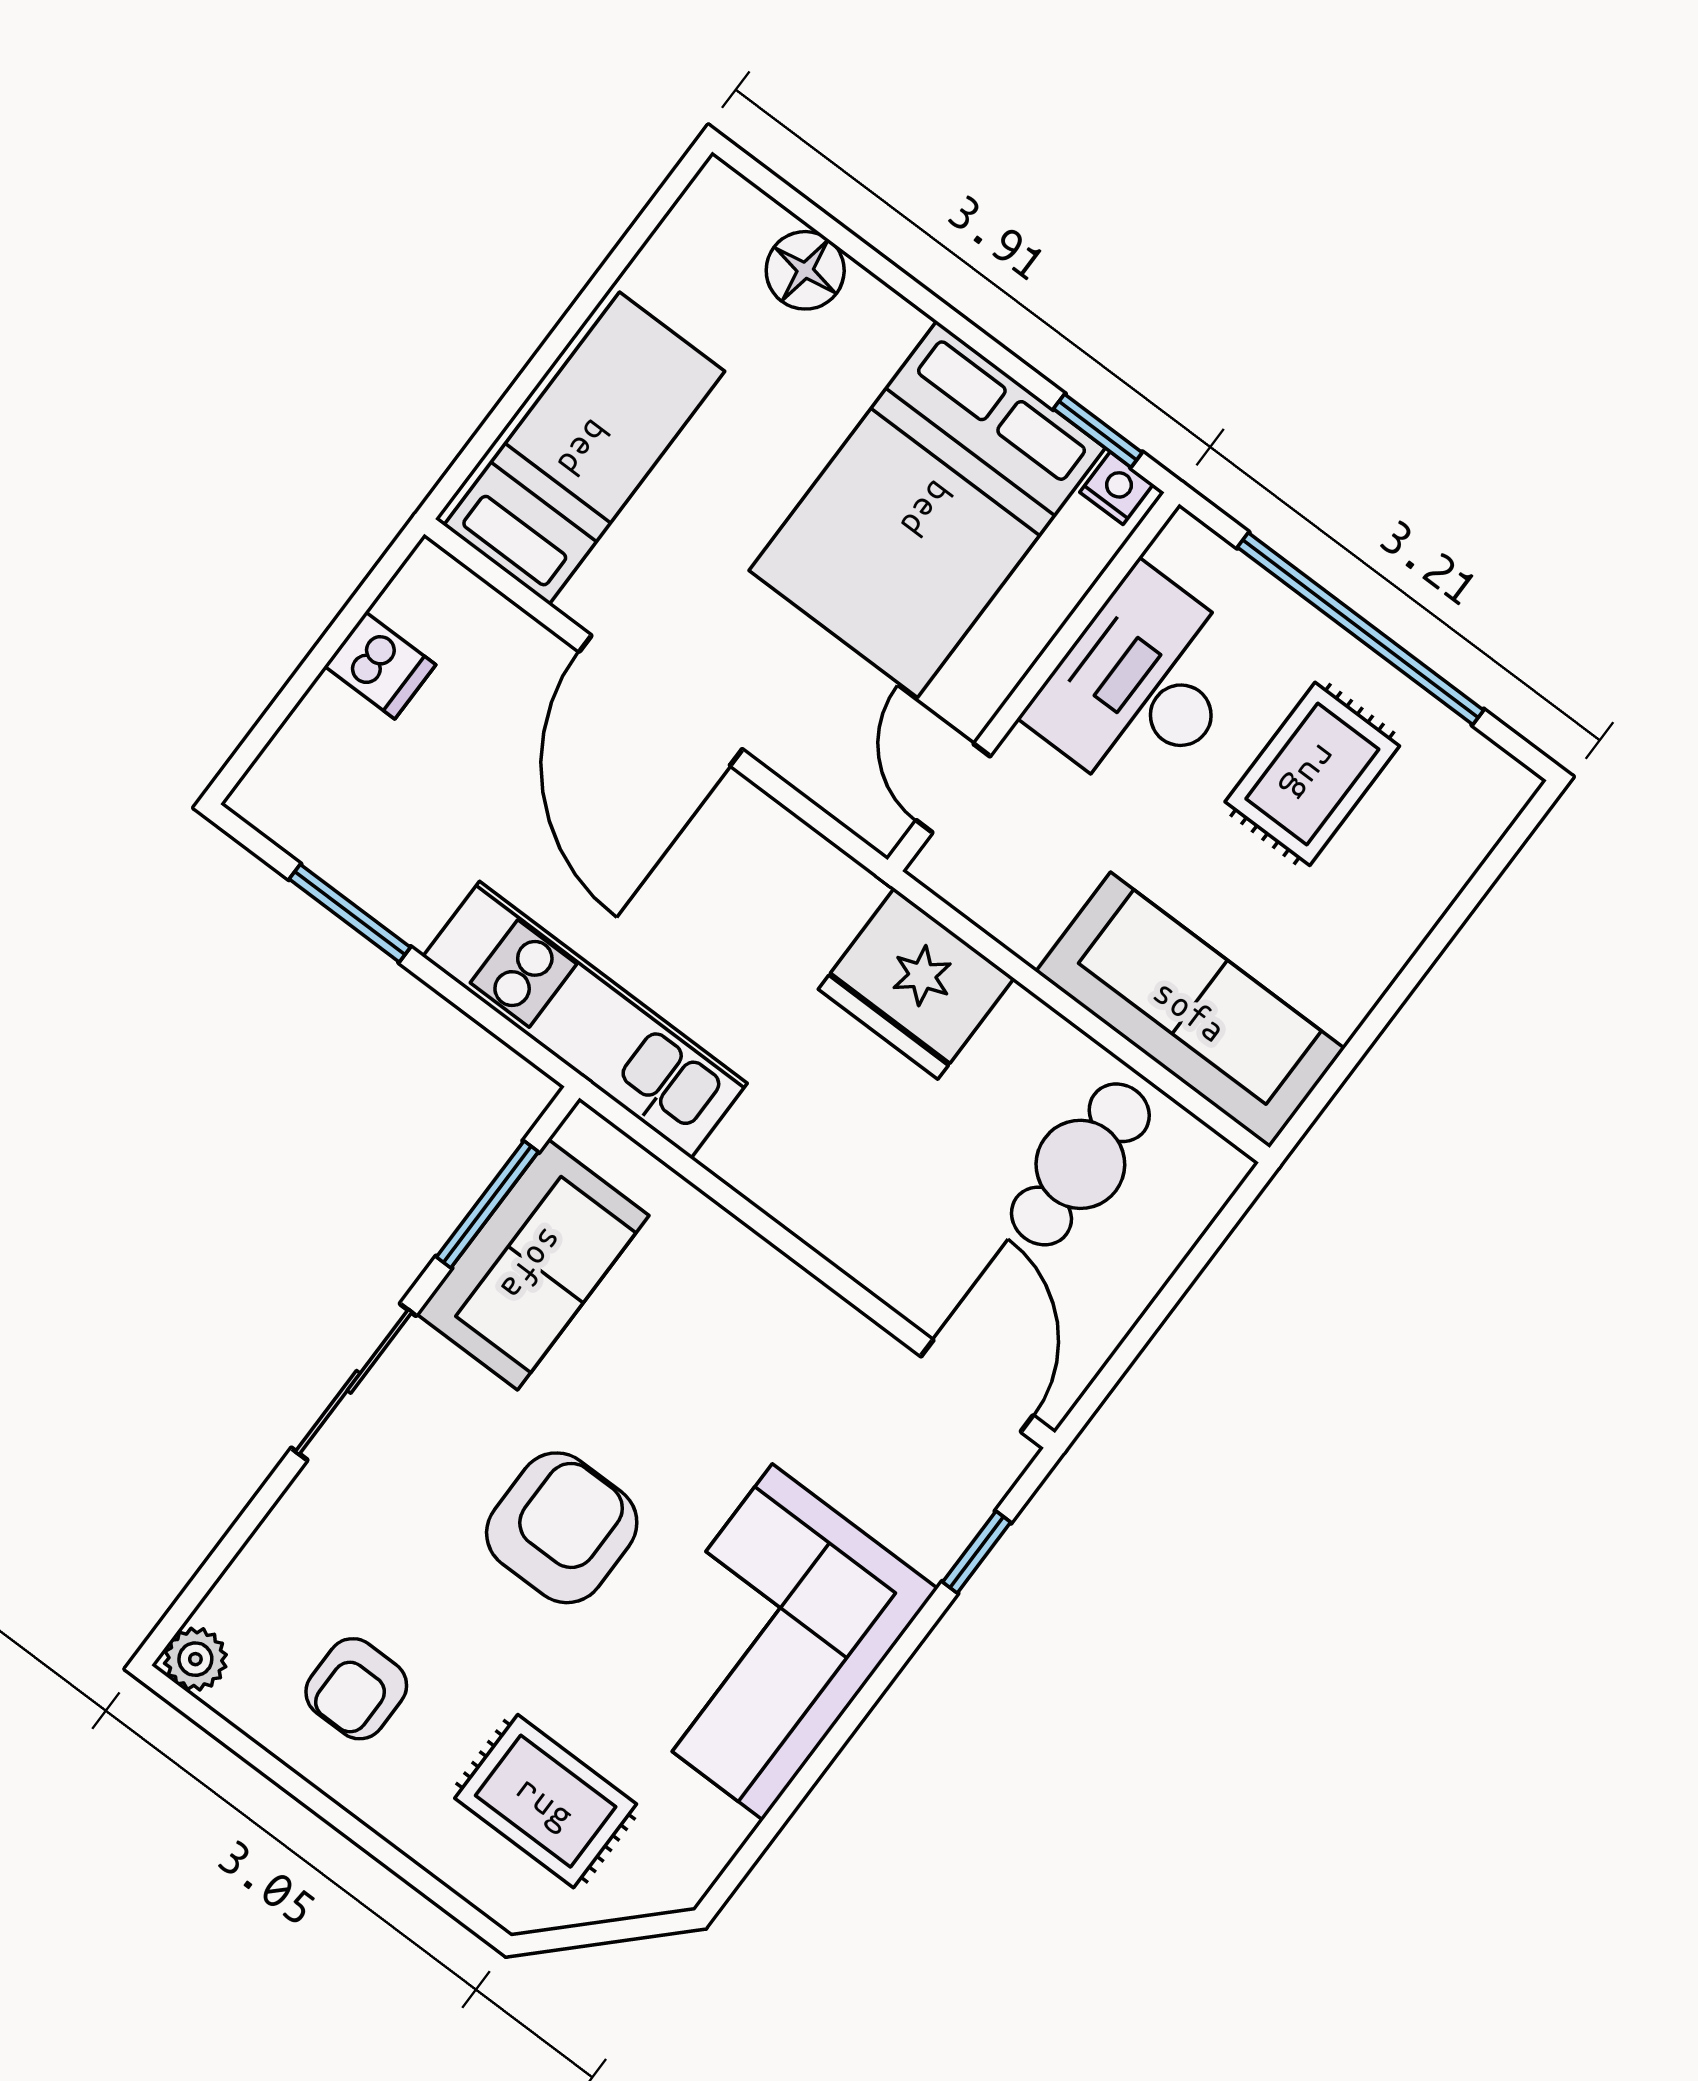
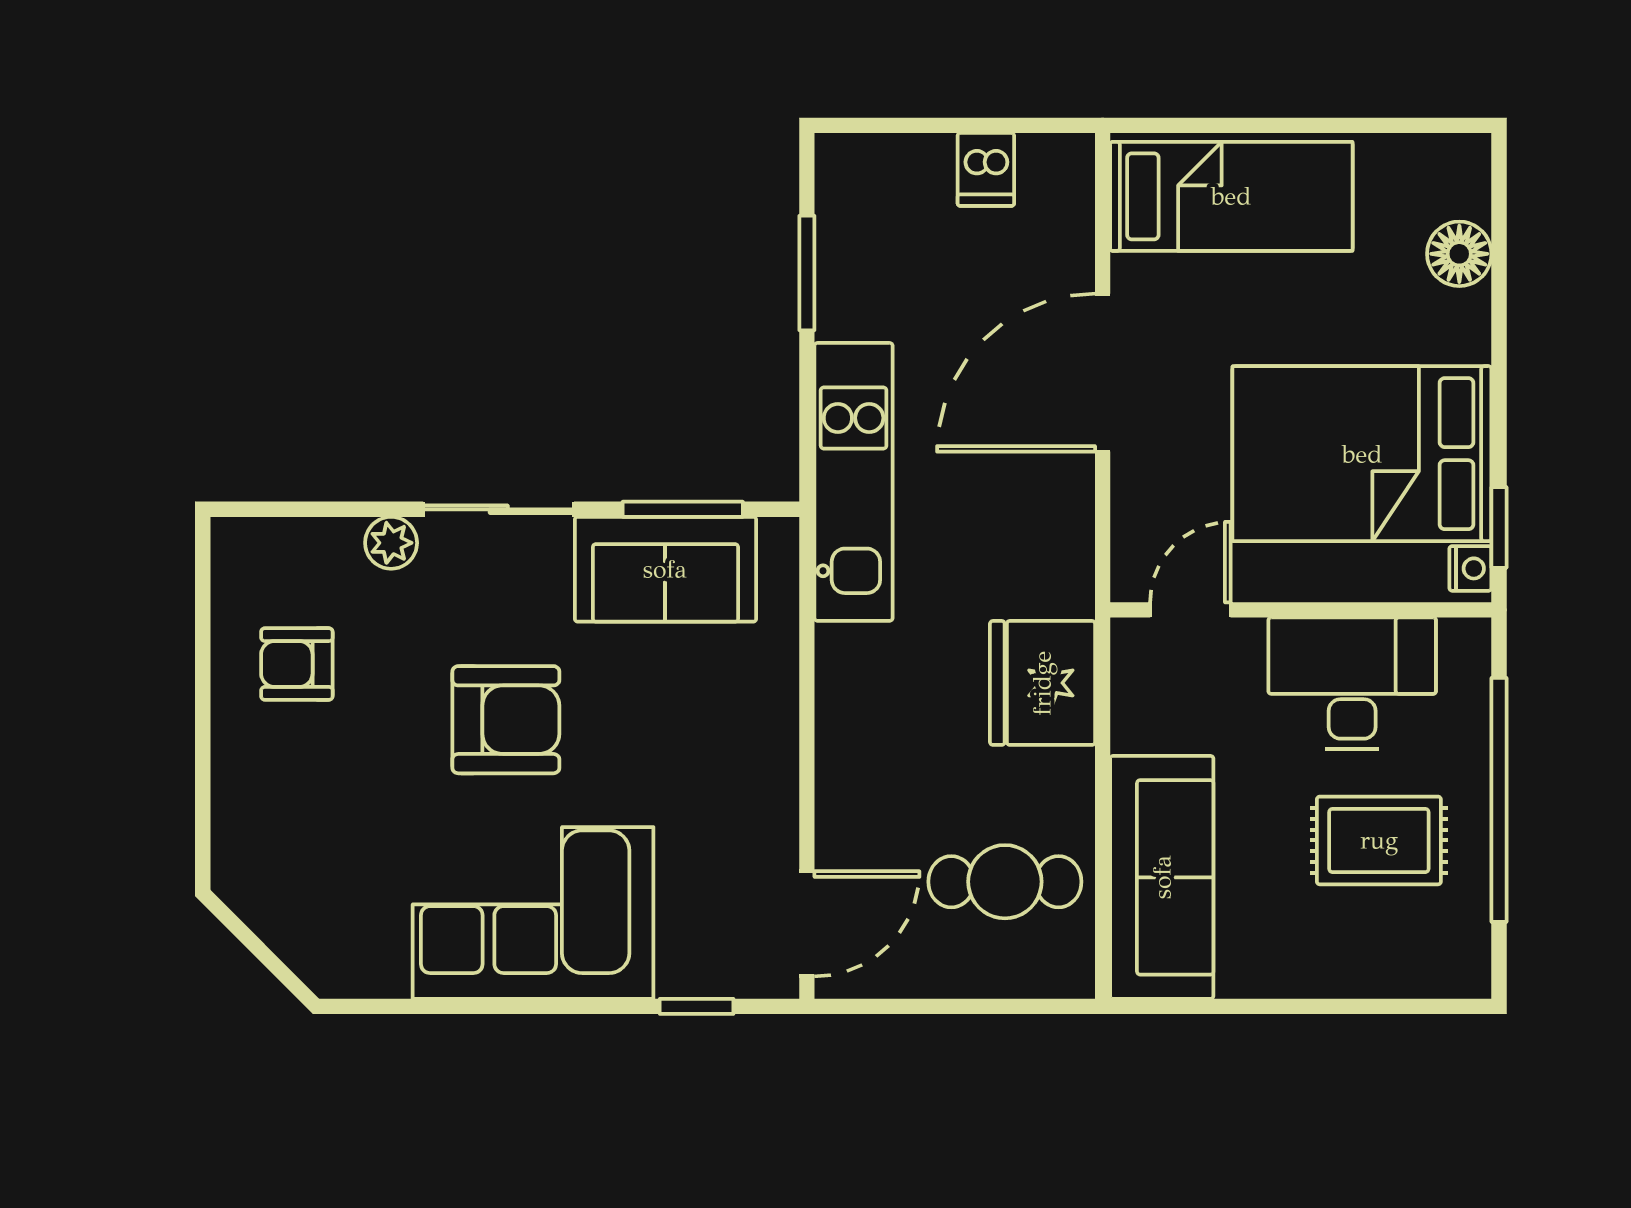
plant: (195, 1659) -> (391, 543), moved
rug: (546, 1801) -> (317, 845), removed

